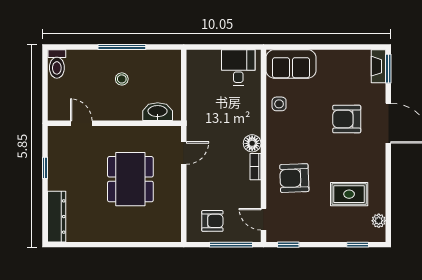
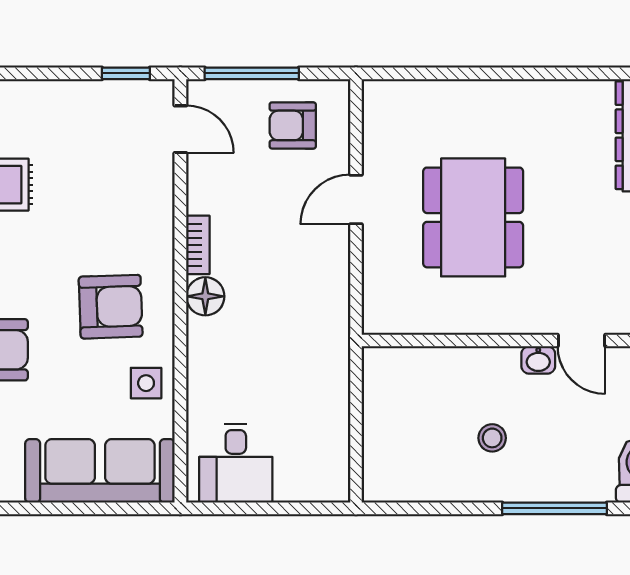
window: (122, 47) -> (554, 508), moved
sofa: (291, 64) -> (100, 471), width x1.36
washbasin: (158, 112) -> (538, 360), moved, width x0.52, depth x0.69
door: (184, 153) -> (356, 199), moved
armchair: (294, 178) -> (111, 307), moved

